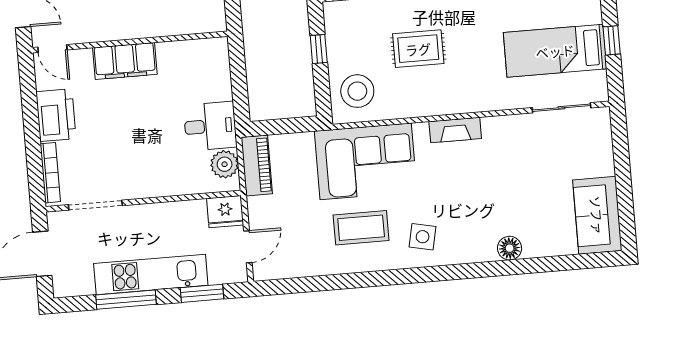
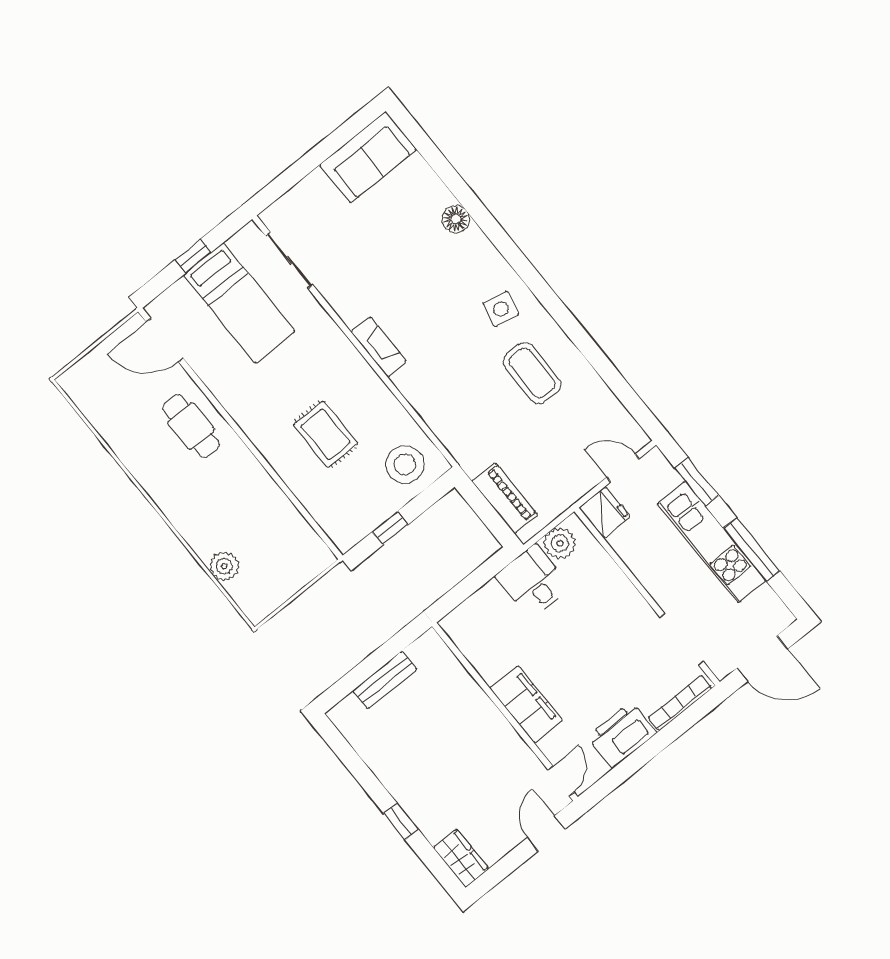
corner sofa: (366, 161) -> (466, 411), removed
piano: (257, 165) -> (505, 498), moved, turned 90

